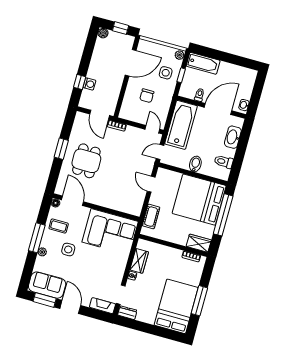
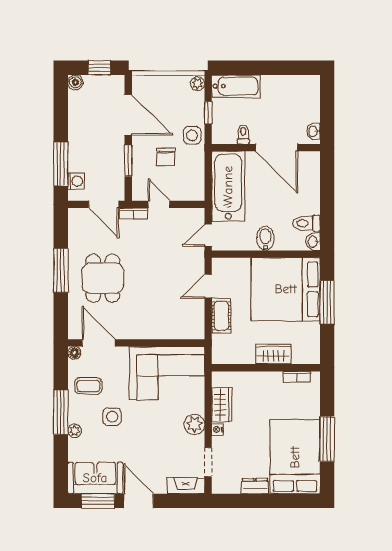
door: (131, 63) -> (128, 115), hinge flipped
side table: (166, 73) -> (192, 135), moved
window: (80, 82) -> (61, 164), width x2.17
washing machine: (89, 84) -> (76, 181), moved
window: (123, 91) -> (128, 161), added
door: (218, 109) -> (277, 148), swing flipped
door: (152, 129) -> (159, 204), moved
washbasin: (233, 137) -> (313, 242), moved, width x0.52, depth x0.69
window: (61, 149) -> (61, 270), width x1.44
door: (151, 184) -> (208, 286), hinge flipped
window: (223, 215) -> (327, 302), width x0.68
cot: (151, 217) -> (221, 316), moved
wardrobe: (199, 243) -> (274, 354), moved
plant: (119, 269) -> (194, 424), added
dresser: (127, 313) -> (255, 486), moved

